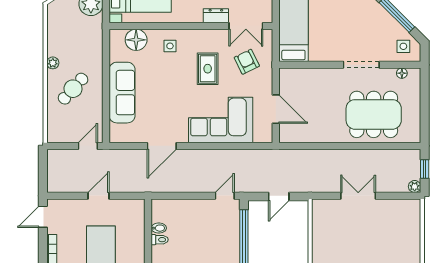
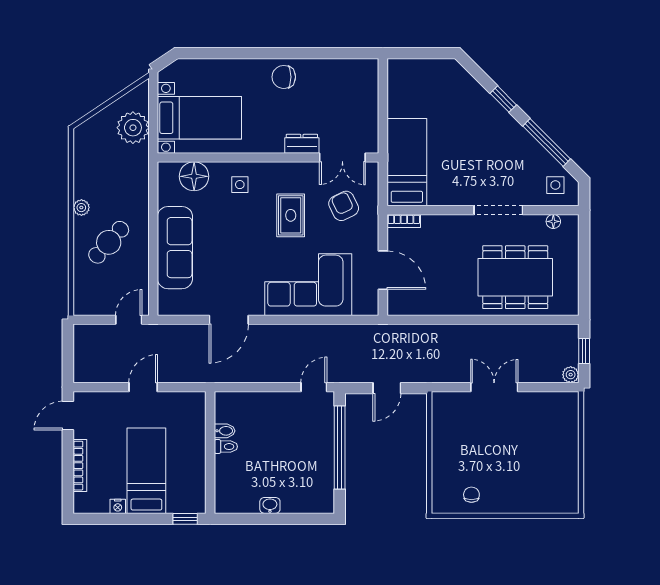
bookcase: (291, 73) -> (404, 221), added

